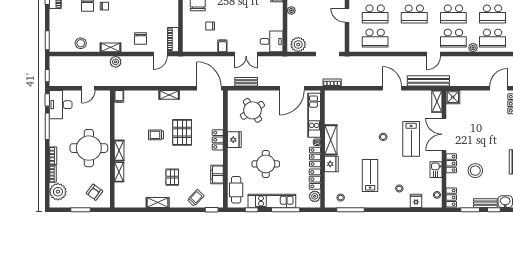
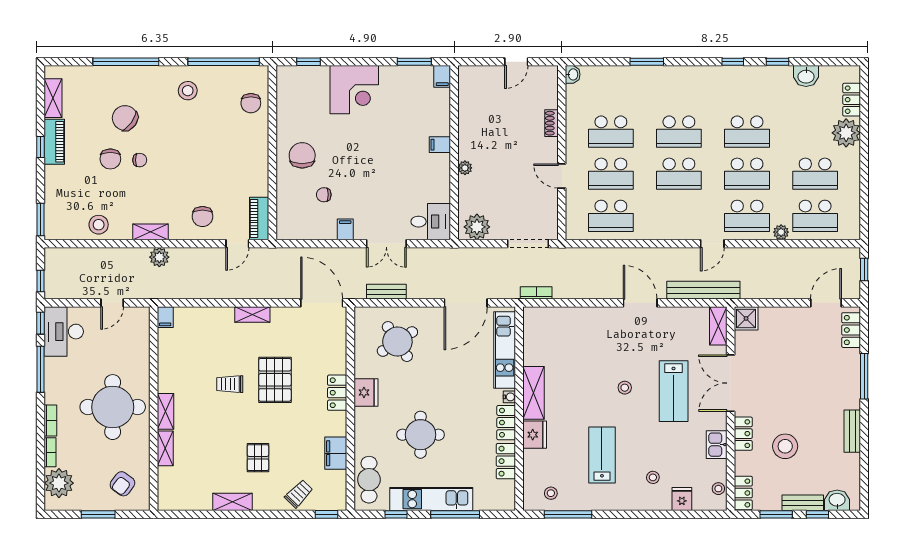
plant: (315, 196) -> (506, 491), removed

